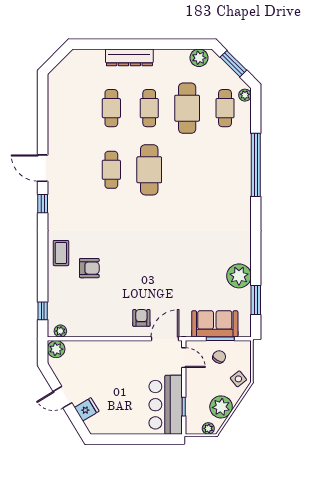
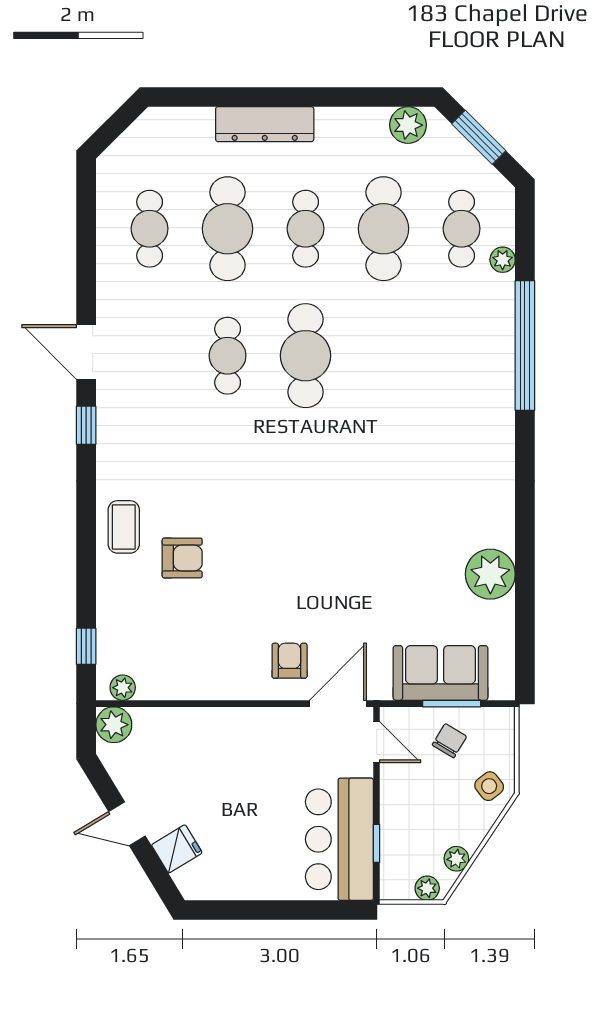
plant: (245, 95) -> (503, 260), moved
cafe table: (73, 108) -> (150, 229), added
cafe table: (111, 108) -> (228, 229), width x1.37, depth x1.35
window: (256, 300) -> (525, 624), removed
plant: (221, 407) -> (456, 859), width x0.53, depth x0.53

